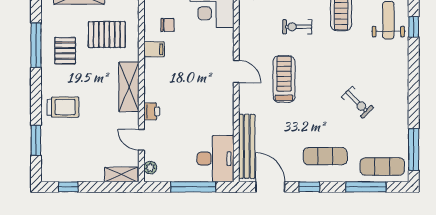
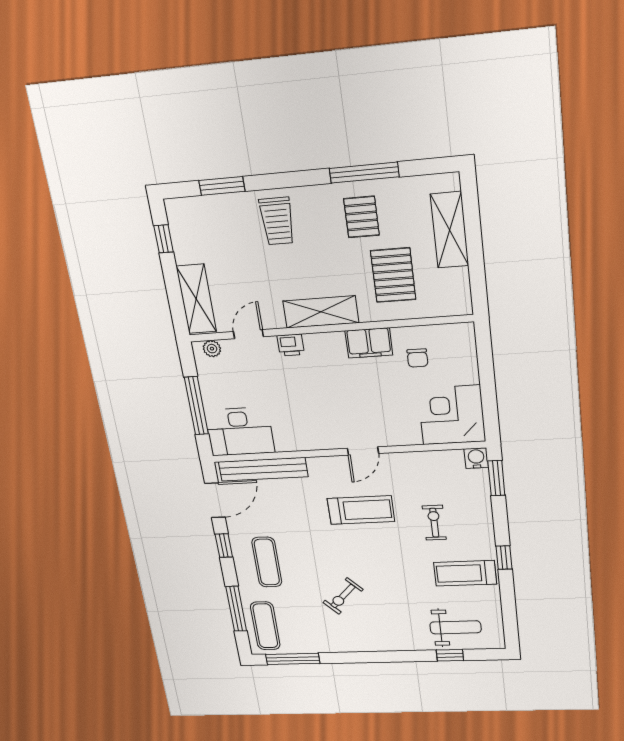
filing cabinet: (154, 49) -> (369, 343), width x2.00
pallet: (65, 51) -> (361, 217), turned 90
shelving: (121, 175) -> (196, 299), width x1.50, depth x1.33

